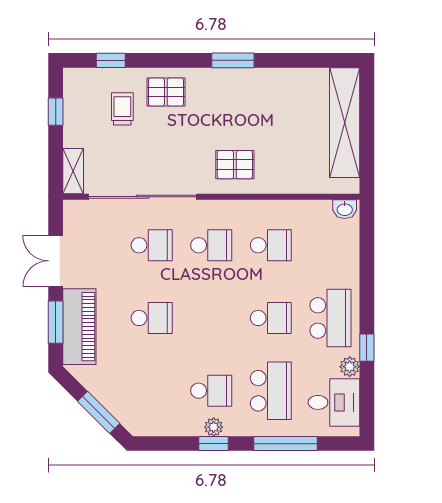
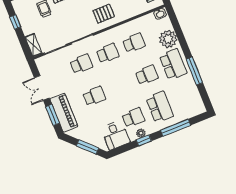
window: (367, 348) -> (194, 71), width x2.17
plant: (350, 367) -> (168, 39), moved, width x1.88, depth x1.88
desk: (334, 402) -> (115, 135), moved, turned 90

